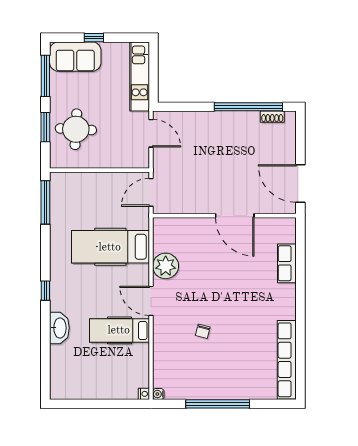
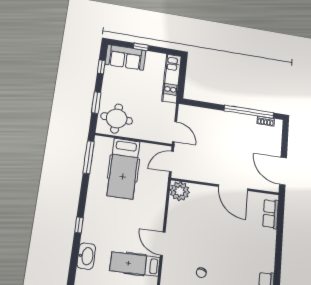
window: (45, 76) -> (101, 67), width x0.46
round table: (76, 129) -> (117, 119), moved
door: (151, 133) -> (175, 132), moved
hospital bed: (110, 247) -> (124, 168), moved, turned -90
row of seats: (287, 263) -> (271, 214), moved
plant: (166, 266) -> (180, 191), moved

